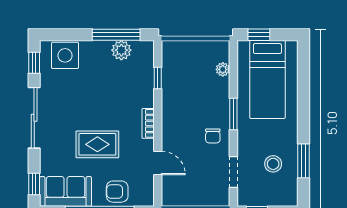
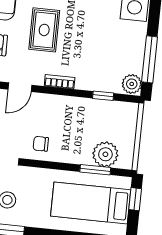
plant: (121, 50) -> (132, 84), moved
plant: (223, 69) -> (105, 154), width x1.88, depth x1.88
window: (233, 114) -> (95, 170), moved

